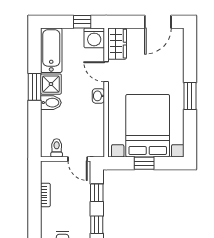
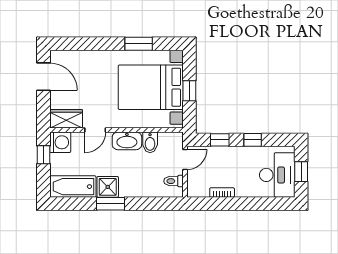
washbasin: (98, 96) -> (127, 141), width x1.91, depth x1.45
window: (190, 96) -> (139, 44), moved
bidet: (51, 103) -> (150, 142), moved, turned 180

